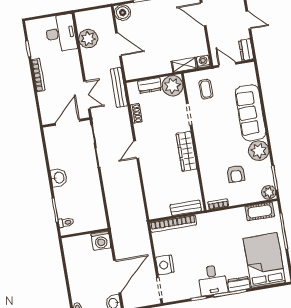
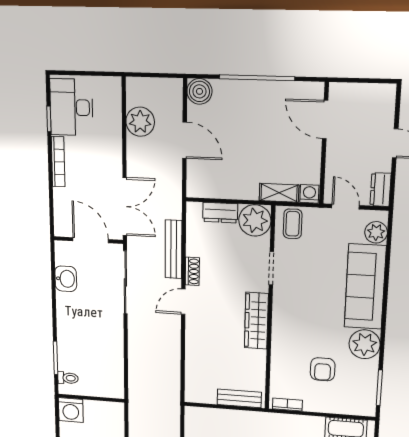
desk: (61, 33) -> (71, 107), moved, turned 180
bench: (119, 87) -> (174, 249), moved
coffee table: (206, 89) -> (293, 224), moved
double door: (87, 95) -> (125, 207), width x1.37
shoe rack: (136, 113) -> (192, 271), moved
door: (67, 122) -> (91, 240), hinge flipped
washbasin: (59, 178) -> (66, 279), moved
plant: (269, 192) -> (376, 232), moved
bookcase: (173, 224) -> (217, 415), removed
washing machine: (101, 241) -> (71, 410), moved

